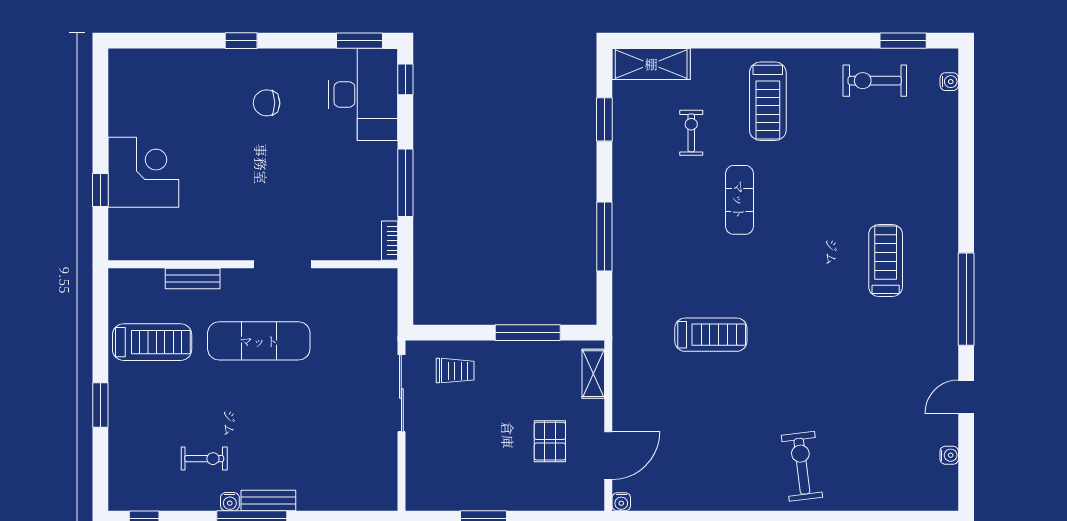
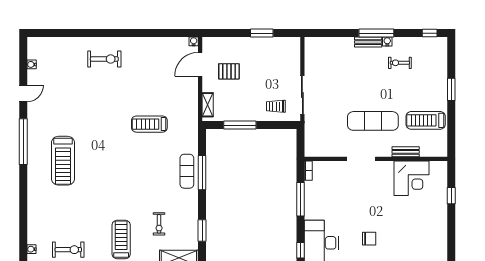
corner desk: (143, 172) -> (412, 178), moved, turned -90
exercise mat: (739, 200) -> (187, 171), moved
treadmill: (886, 261) -> (63, 161), width x1.37, depth x1.38
pallet: (550, 441) -> (229, 71), turned 90
exercise bike: (802, 466) -> (104, 59), turned -83

